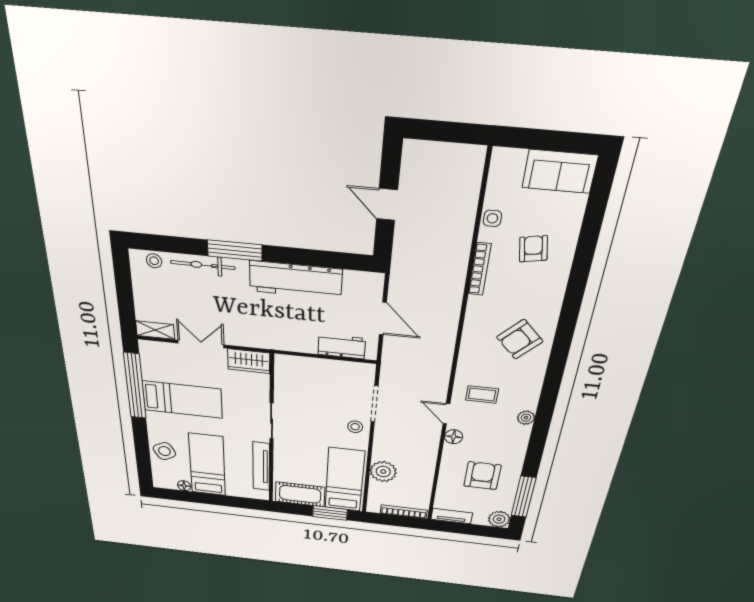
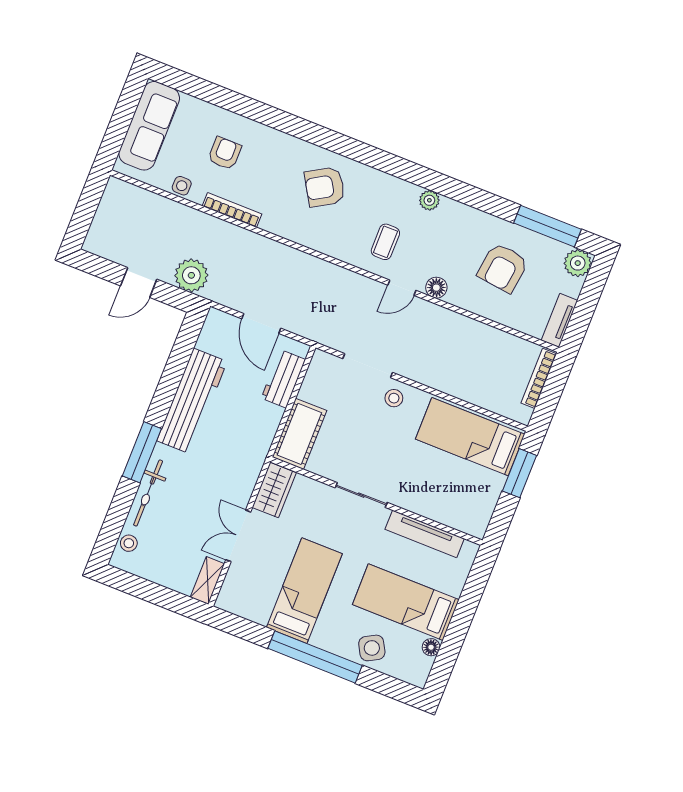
sofa: (560, 171) -> (149, 126), width x1.36
armchair: (533, 249) -> (225, 153), turned 100
door: (383, 318) -> (261, 323), swing flipped
armchair: (520, 339) -> (325, 187), turned 104
window: (135, 386) -> (315, 657), moved
plant: (383, 472) -> (191, 275), moved
armchair: (482, 476) -> (503, 268), turned -83
cot: (300, 494) -> (299, 434), moved

